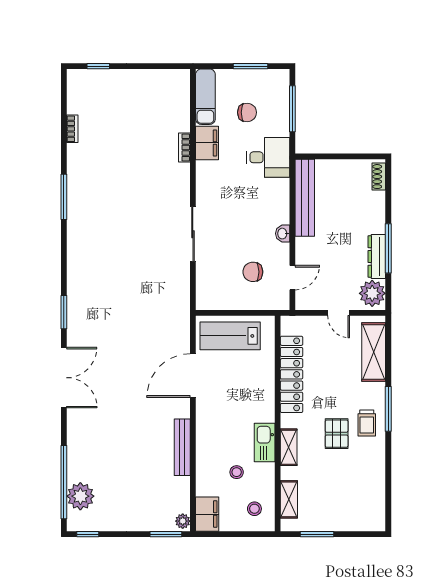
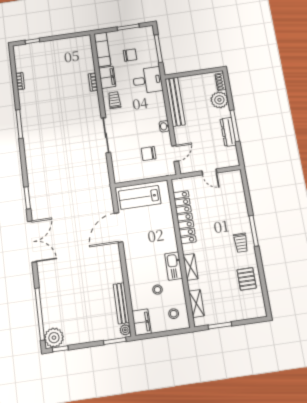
trolley: (213, 181) -> (114, 100), added
plant: (372, 293) -> (219, 100), moved
shelving: (374, 352) -> (237, 194), removed
pallet: (337, 434) -> (247, 279), moved
bench: (182, 447) -> (121, 303), moved
plant: (80, 496) -> (54, 338), moved

